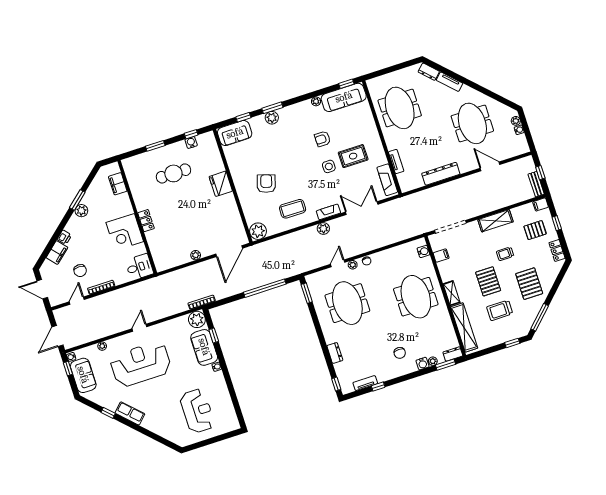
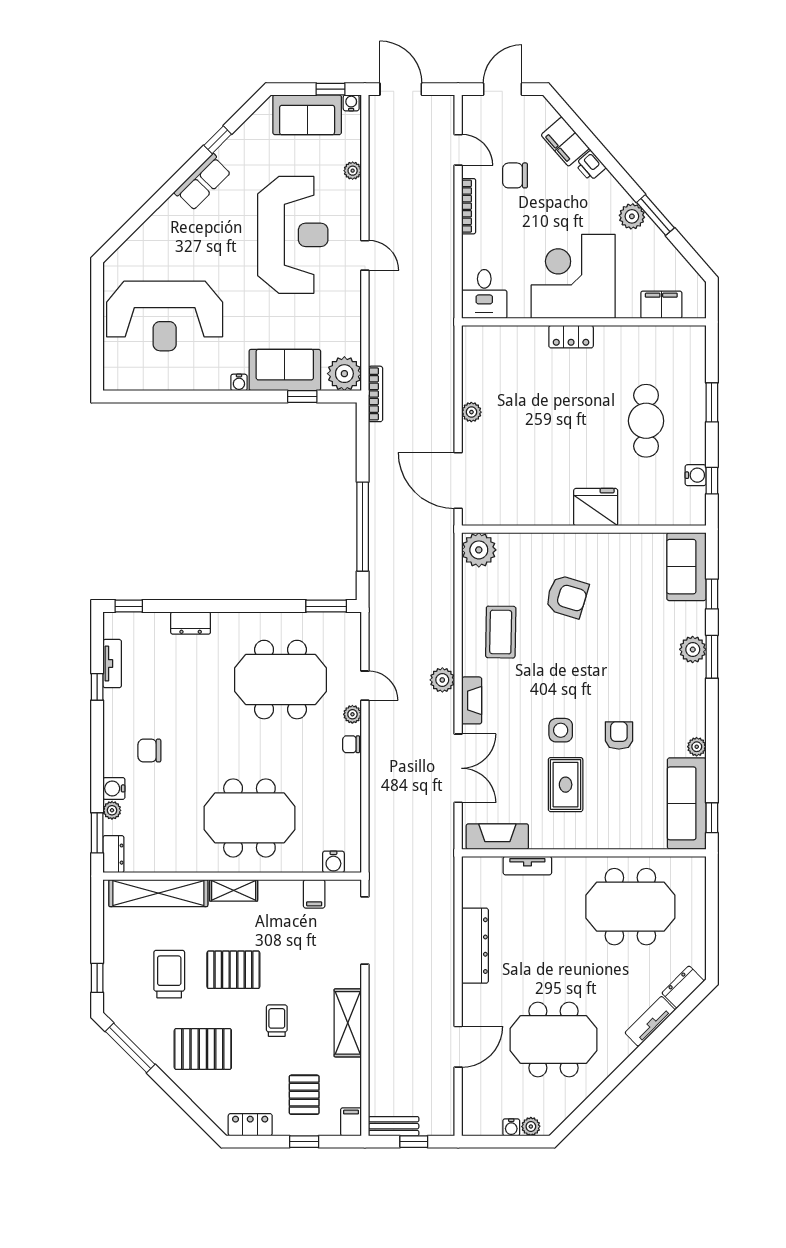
corner desk: (125, 232) -> (573, 276), width x1.36, depth x1.36
reception desk: (197, 411) -> (165, 316), width x1.36, depth x1.30

